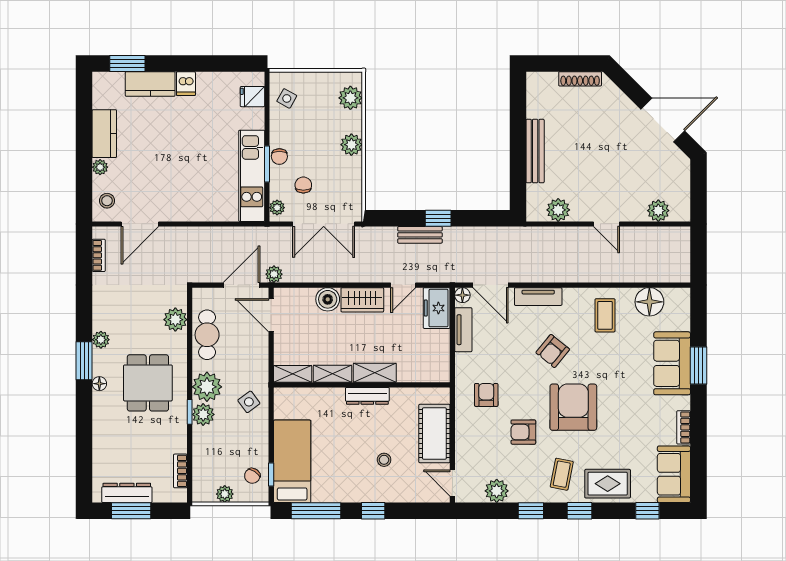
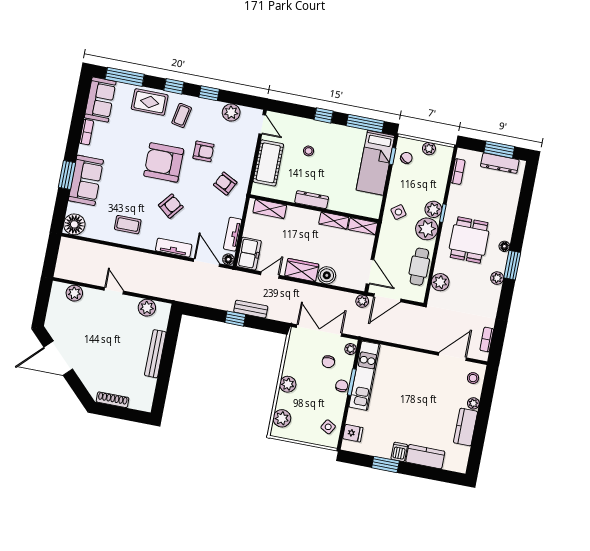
window: (127, 63) -> (385, 464), moved
floor lamp: (649, 302) -> (74, 224), moved
coffee table: (605, 315) -> (128, 225), turned 90
shelving: (375, 373) -> (270, 209), moved
armchair: (486, 395) -> (225, 184), turned 117
armchair: (573, 407) -> (164, 162), turned 90
window: (647, 511) -> (125, 77), width x2.17

